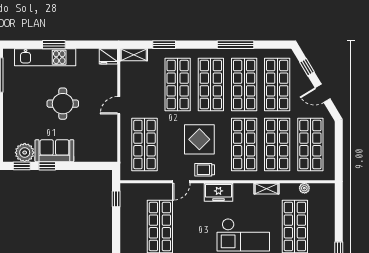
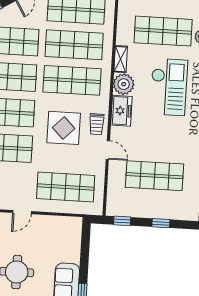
door: (119, 105) -> (22, 212), hinge flipped
plant: (304, 188) -> (124, 84), moved, width x1.88, depth x1.88
window: (116, 235) -> (161, 223), added

